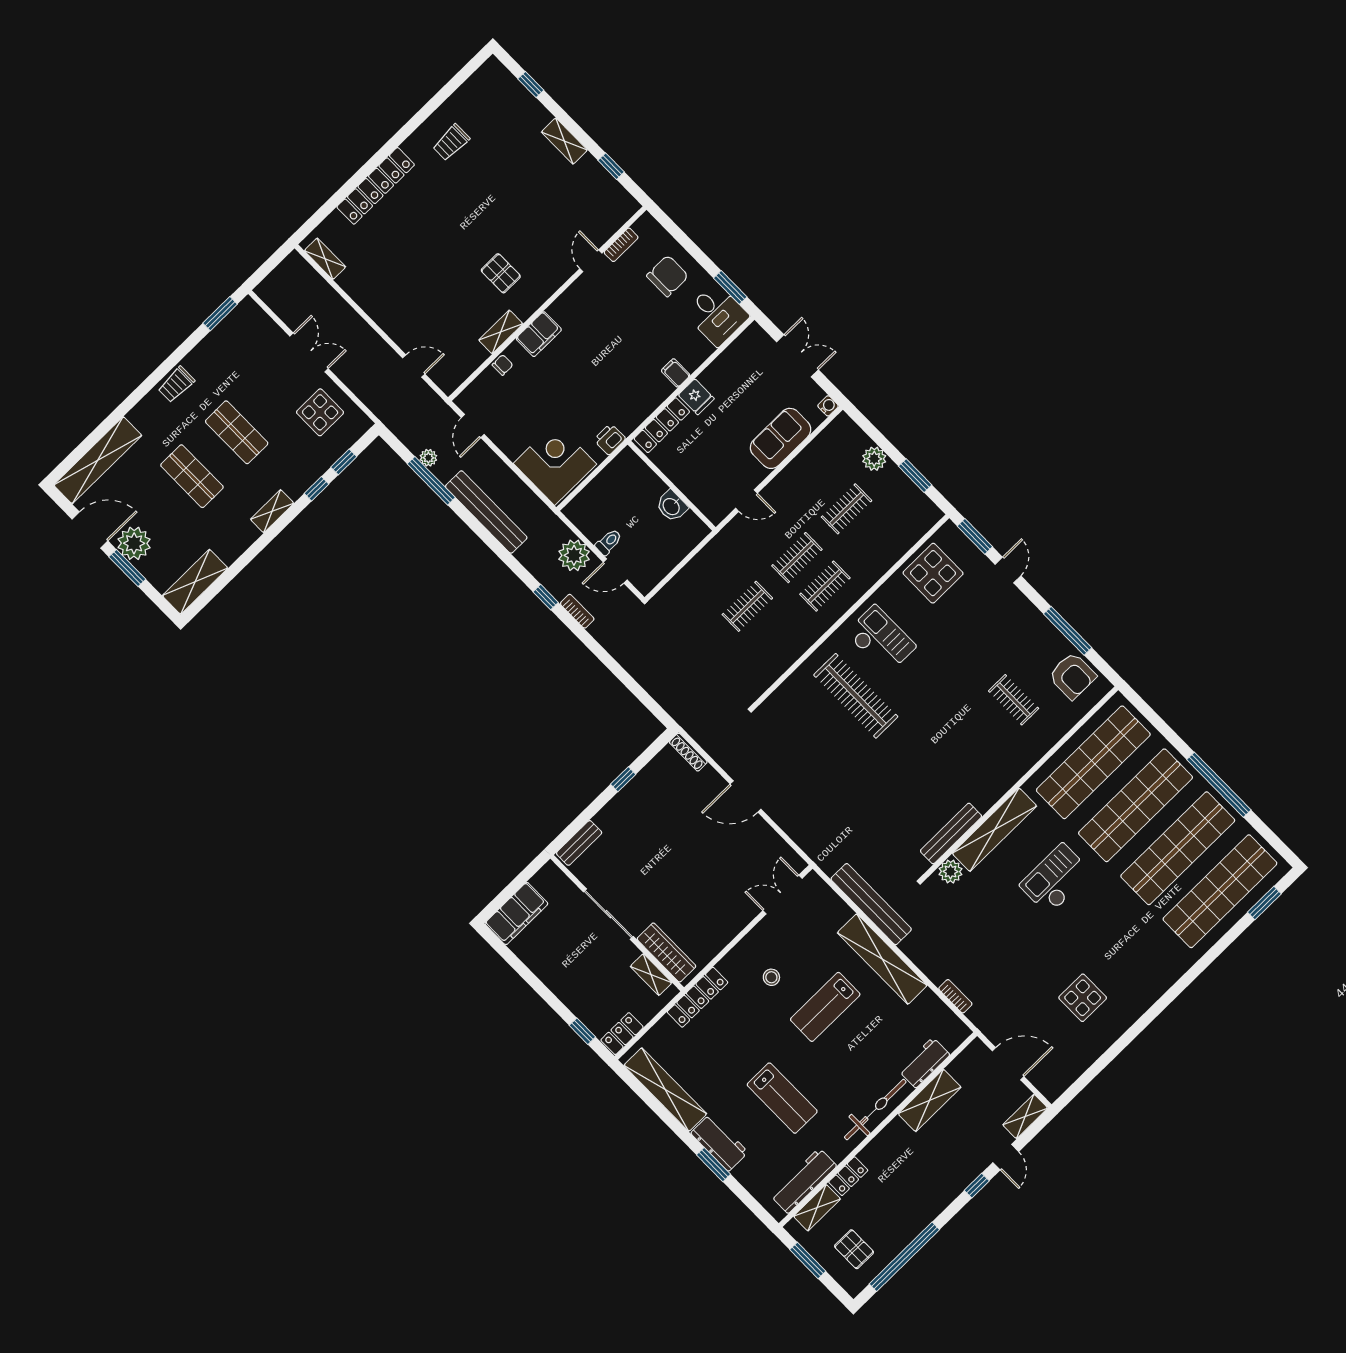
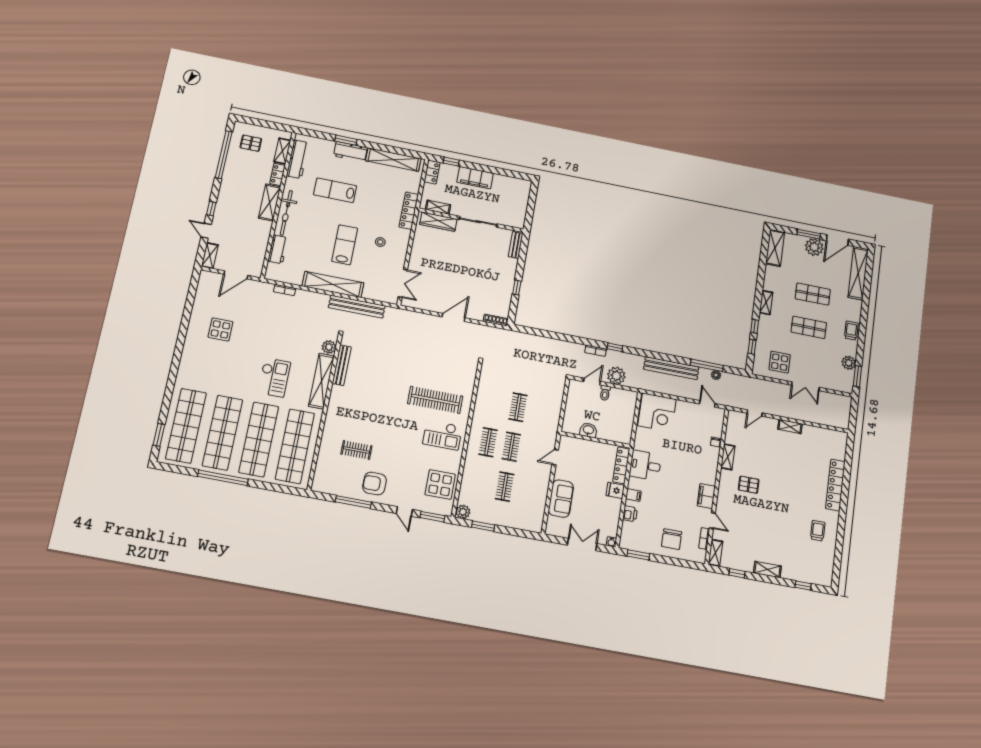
shelving: (620, 215) -> (716, 553), added
shelving: (325, 259) -> (790, 427), moved
desk: (717, 315) -> (645, 465), moved
filing cabinet: (539, 334) -> (706, 496), moved
plant: (218, 341) -> (849, 363), added
double door: (797, 356) -> (582, 544), swing flipped
water cooler: (828, 406) -> (611, 542), moved
printer: (610, 439) -> (630, 514), moved
plant: (874, 459) -> (463, 512), moved
armchair: (1072, 676) -> (374, 484), moved
filing cabinet: (516, 914) -> (475, 178), moved, turned -90
shelving: (930, 1100) -> (270, 202), moved
window: (808, 1260) -> (270, 125), removed

